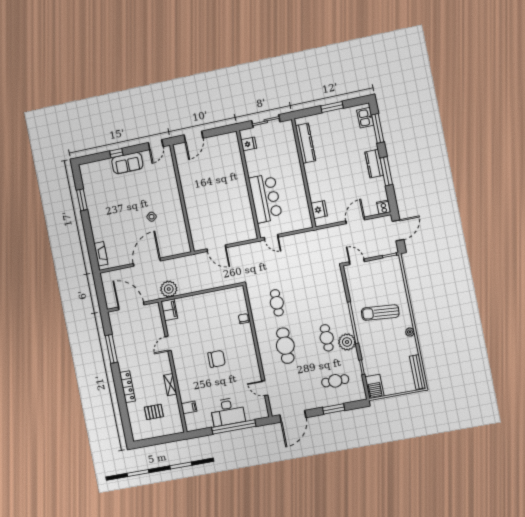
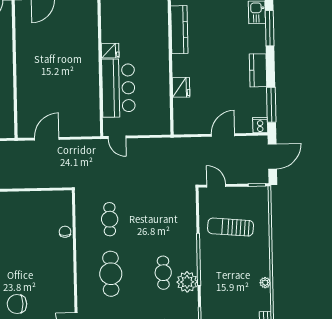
fridge: (249, 144) -> (110, 51), moved
window: (386, 171) -> (271, 105), moved
fridge: (319, 210) -> (181, 87), moved
door: (216, 248) -> (47, 139), swing flipped
sun lounger: (380, 313) -> (231, 227), moved
chair: (217, 359) -> (17, 304), moved, turned 180

